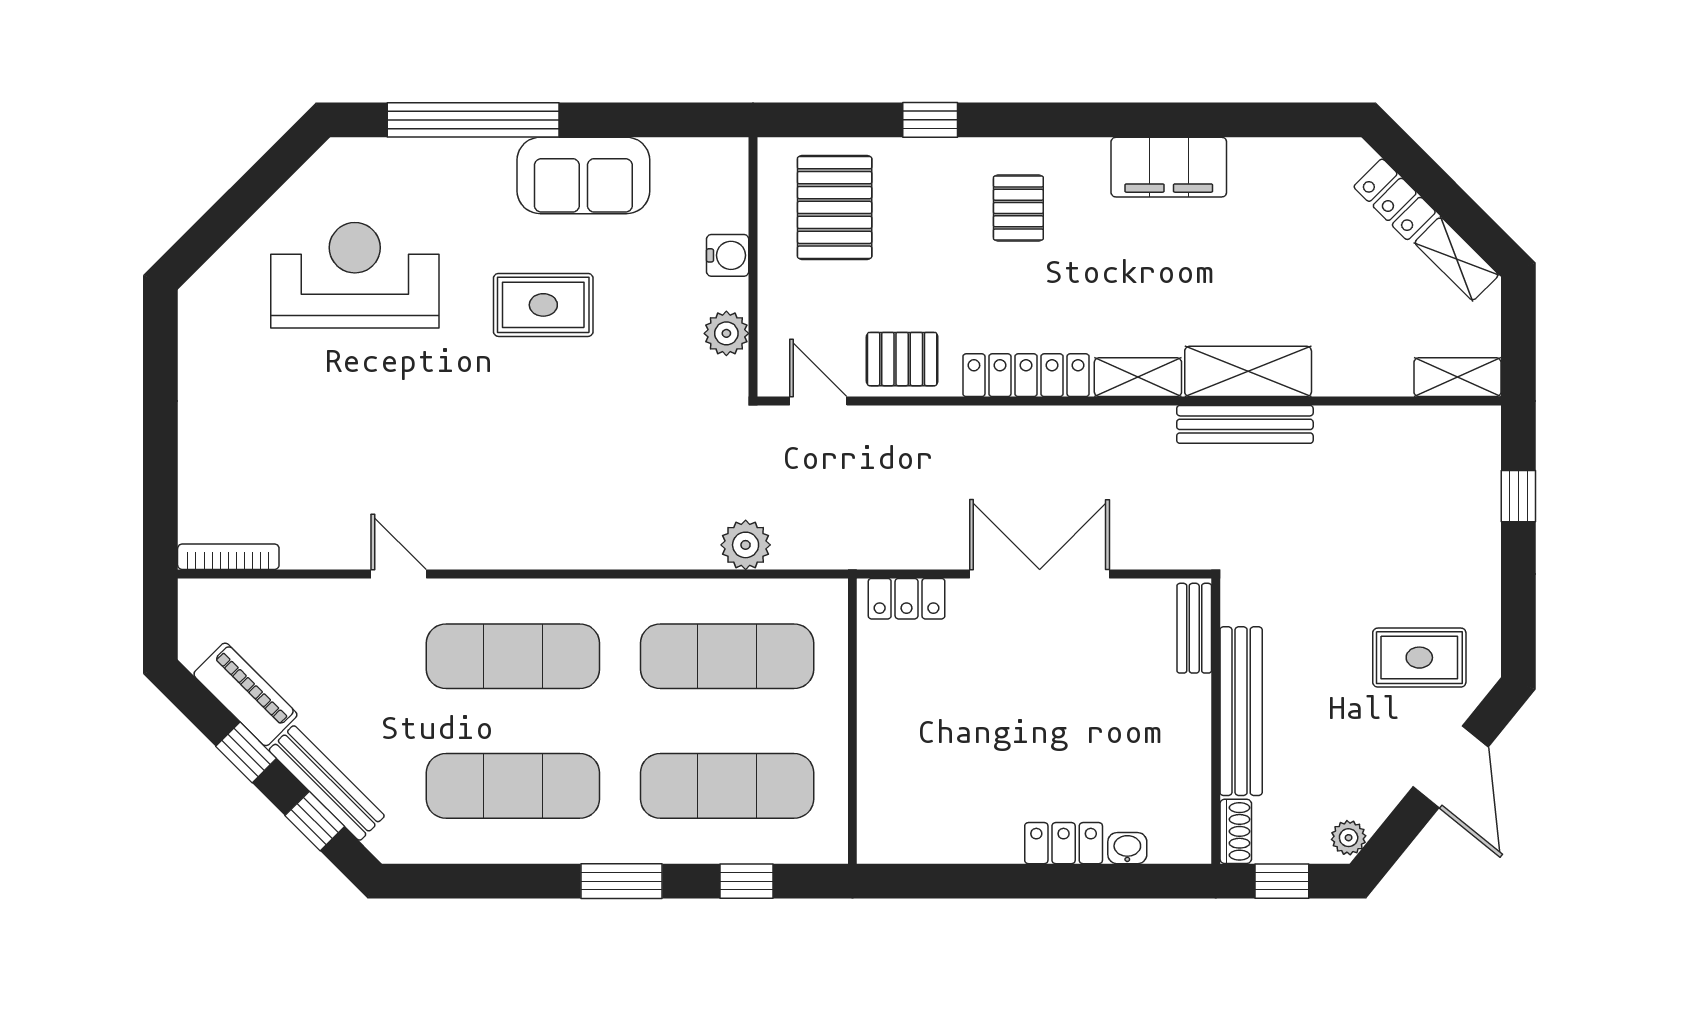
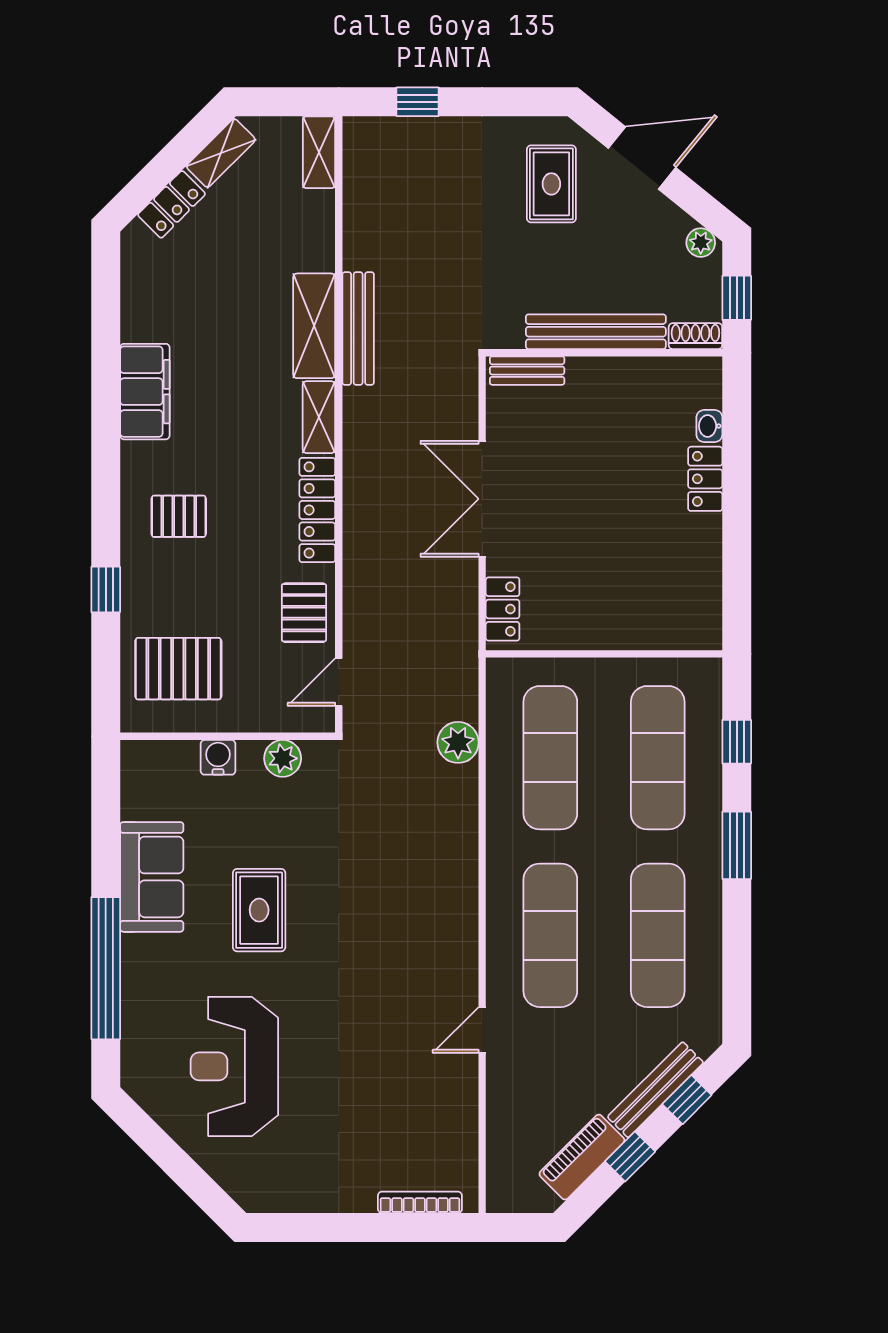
bookcase: (228, 557) -> (420, 1202), moved, turned 90

